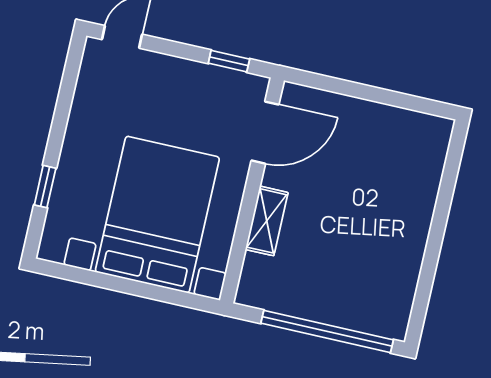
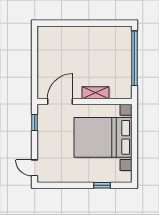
door: (265, 133) -> (60, 101), hinge flipped

